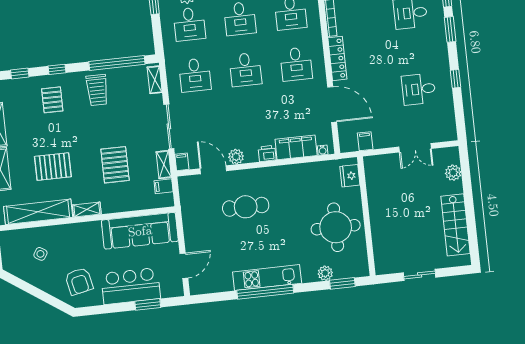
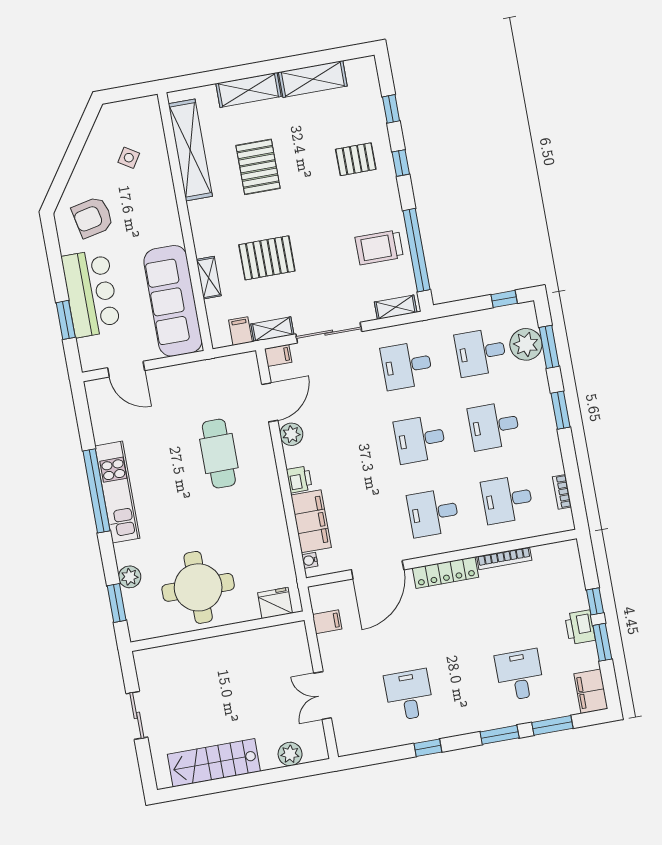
trolley: (97, 90) -> (379, 247), moved
shelving: (87, 210) -> (209, 278), moved

